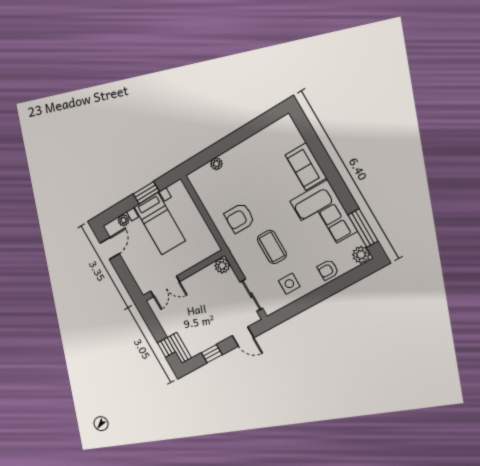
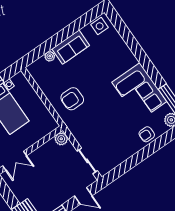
sofa: (306, 167) -> (71, 47), moved, turned -90
coffee table: (272, 247) -> (101, 120), removed
side table: (289, 284) -> (100, 26), moved

